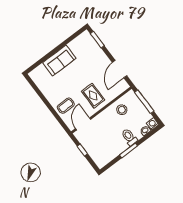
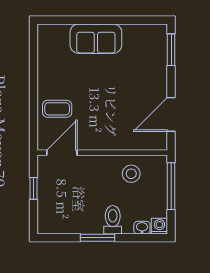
rug: (93, 96) -> (106, 124), removed

